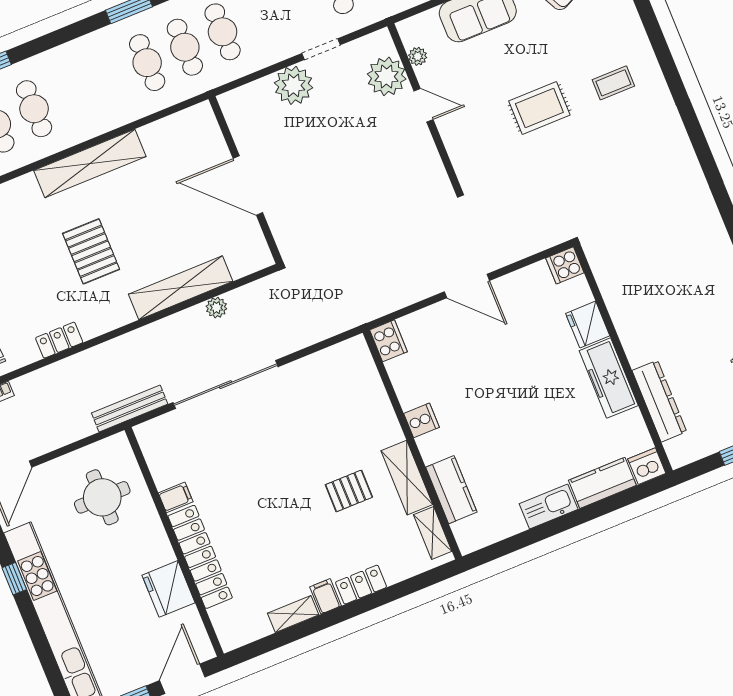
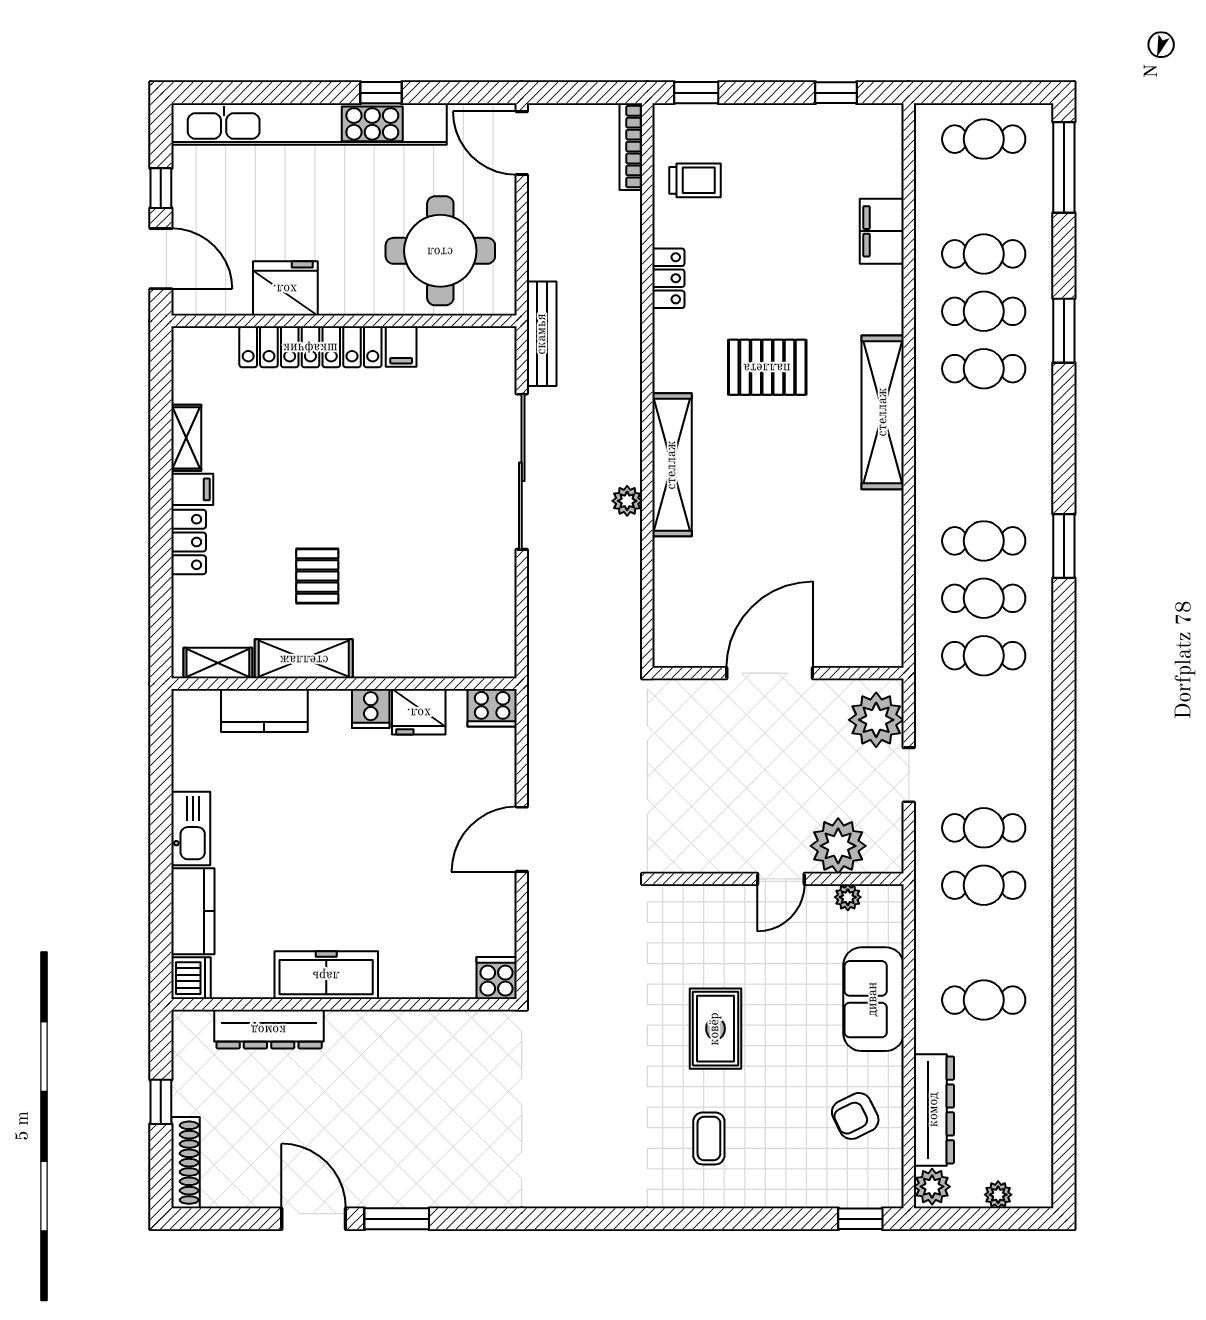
wall: (246, 180) -> (778, 673), moved
door: (248, 186) -> (770, 673), moved
fridge: (588, 325) -> (419, 712), moved, turned 180
round table: (102, 497) -> (440, 251), width x1.36, depth x1.36

